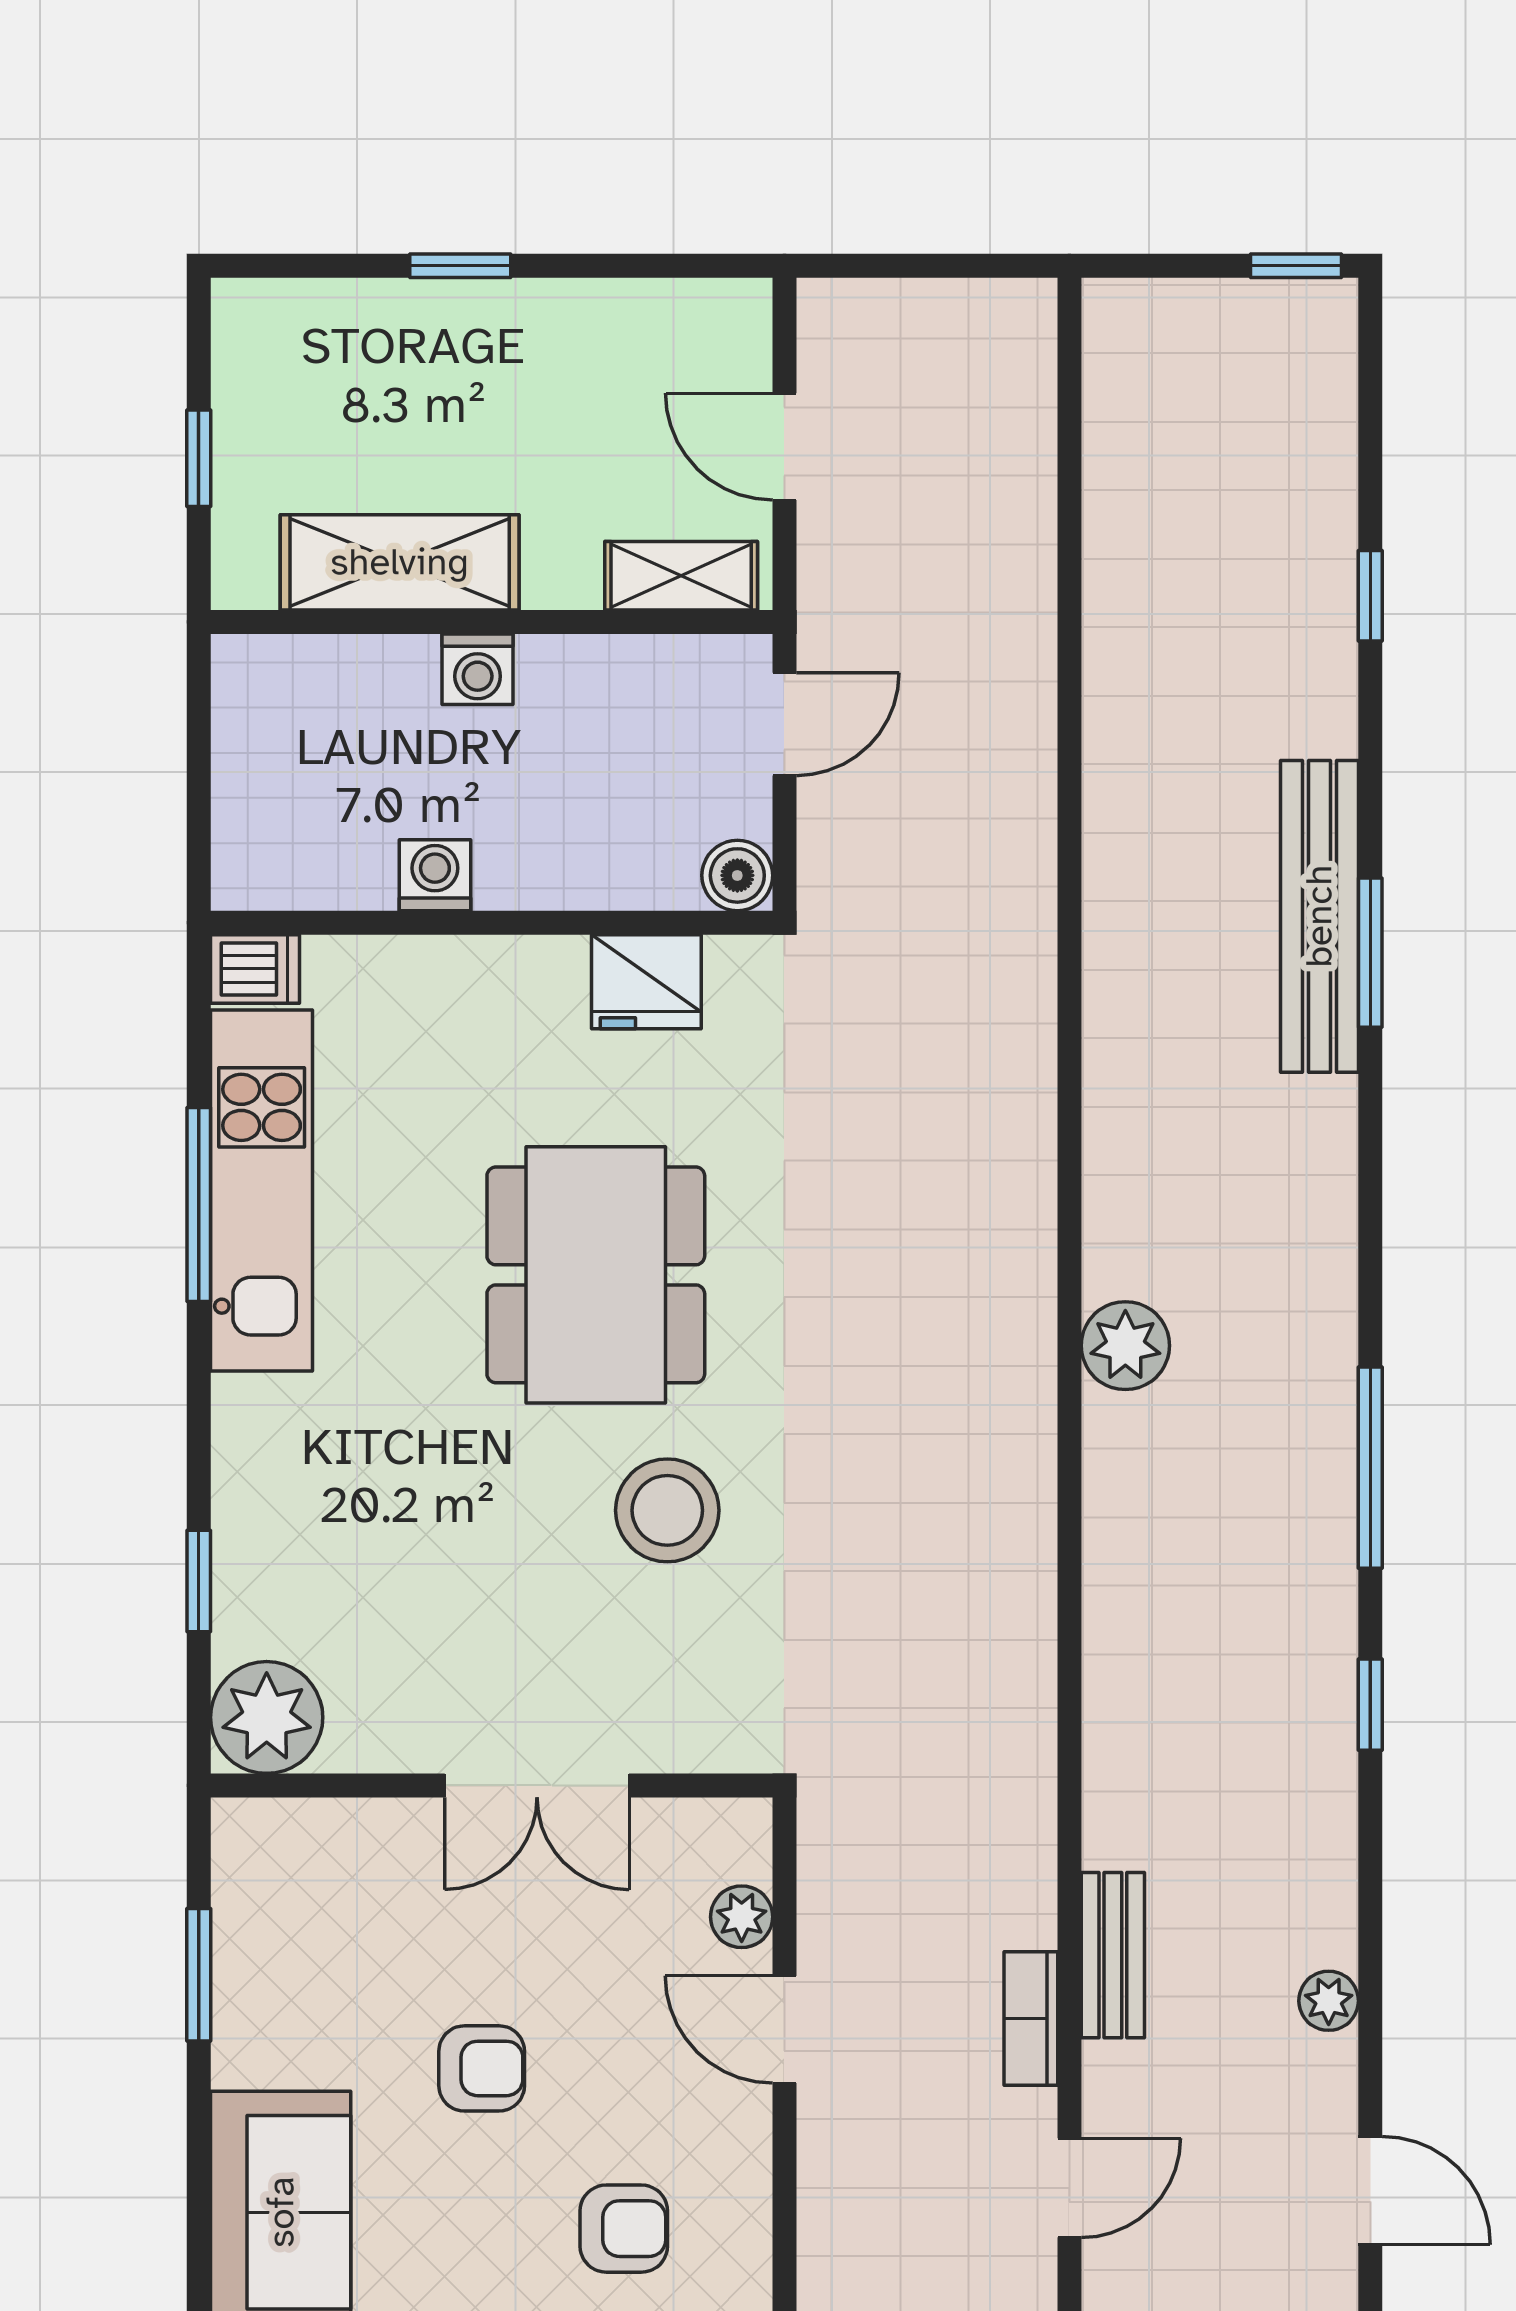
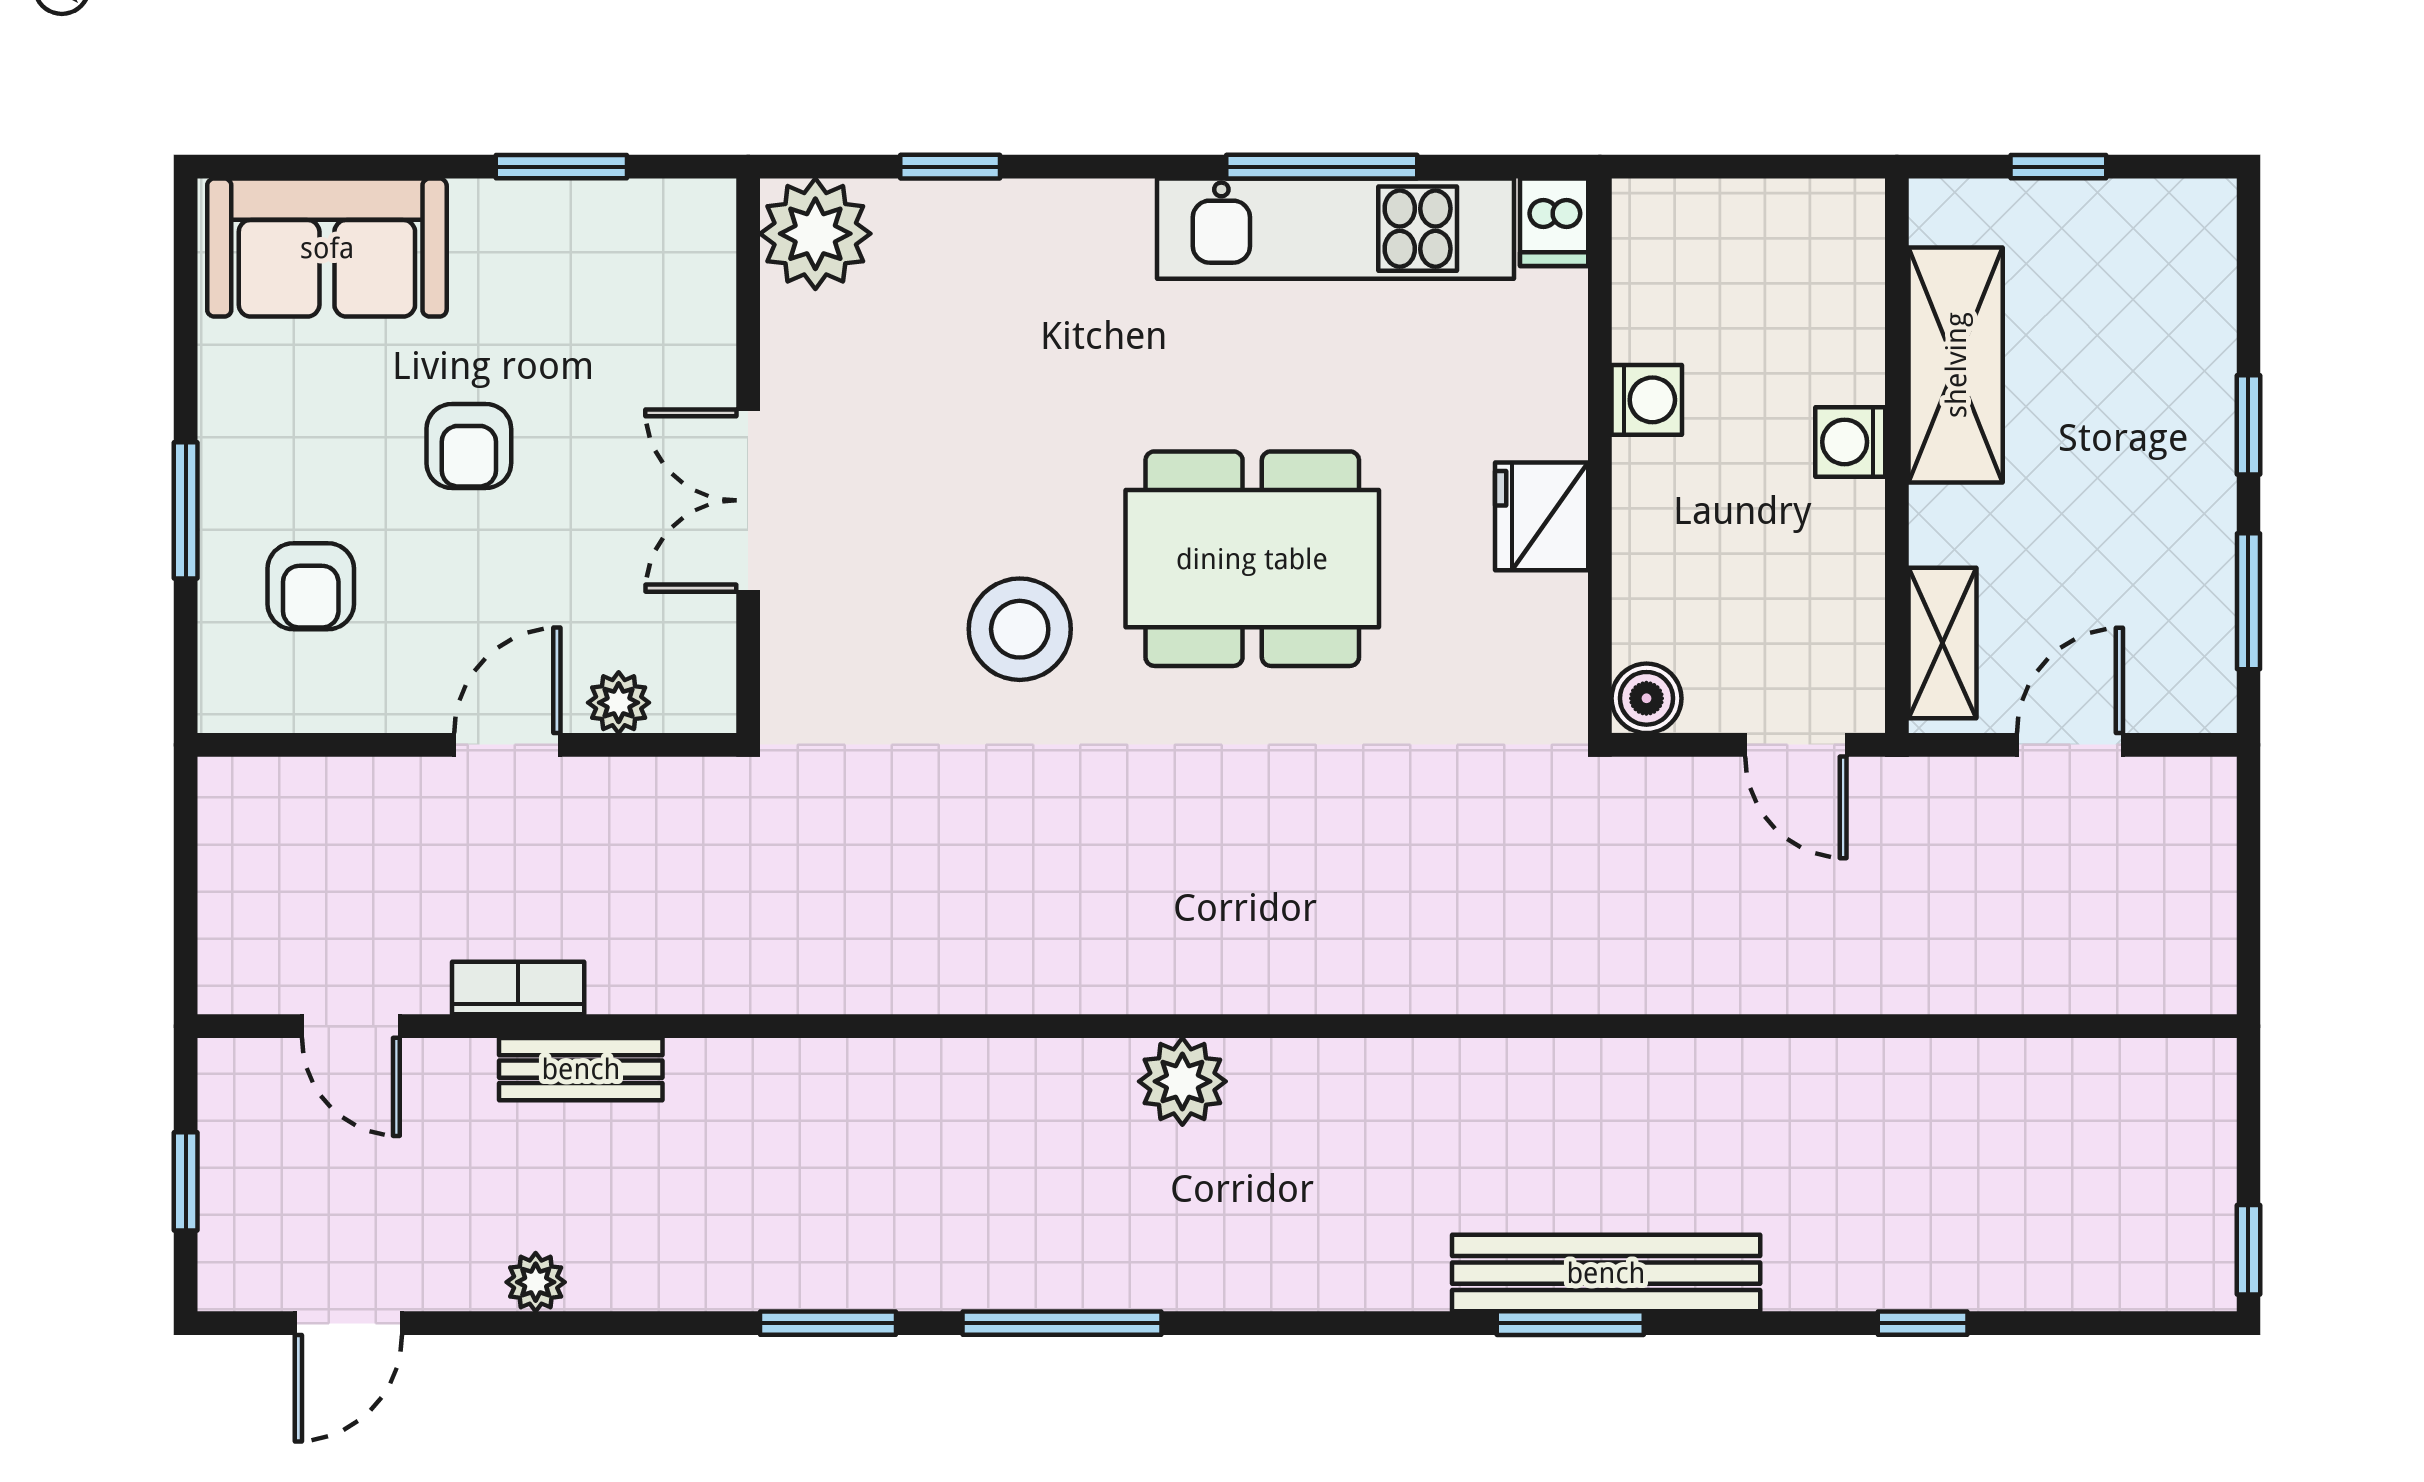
window: (639, 266) -> (2248, 601), added
fridge: (646, 982) -> (1542, 516), moved
window: (1370, 1705) -> (828, 1323), width x1.50

